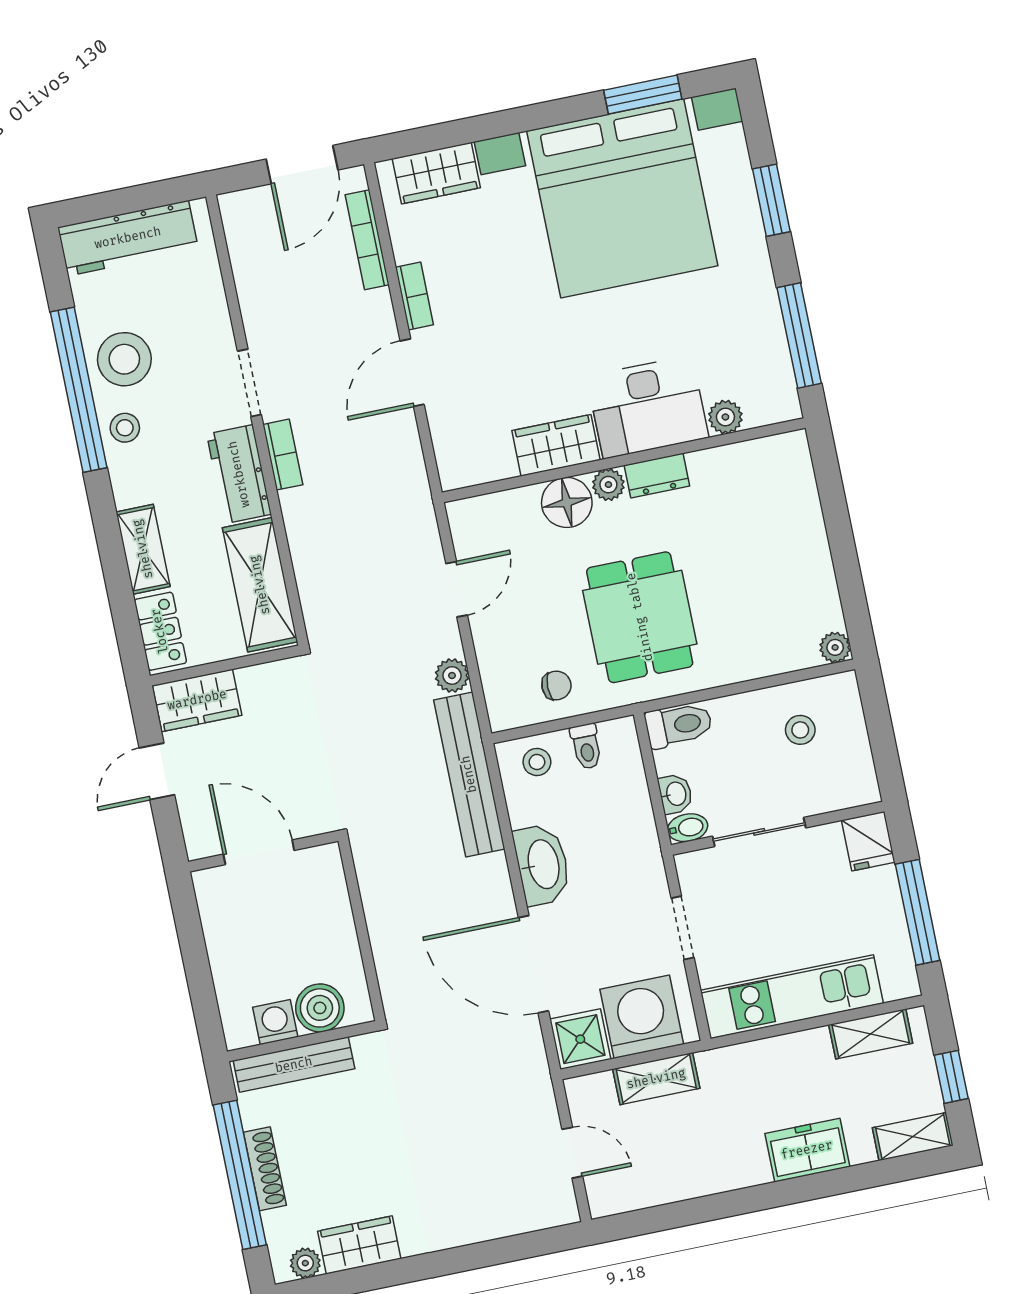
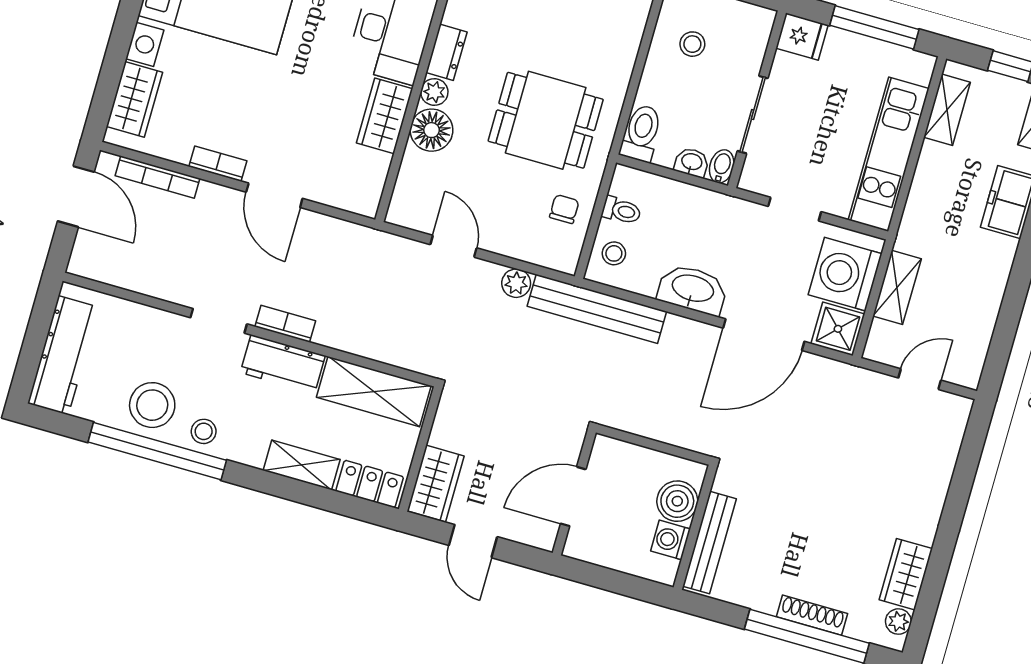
boiler: (320, 1008) -> (677, 501), moved
washing machine: (275, 1022) -> (671, 540), moved
wall: (302, 1041) -> (695, 527), moved
bench: (294, 1065) -> (710, 543), moved

